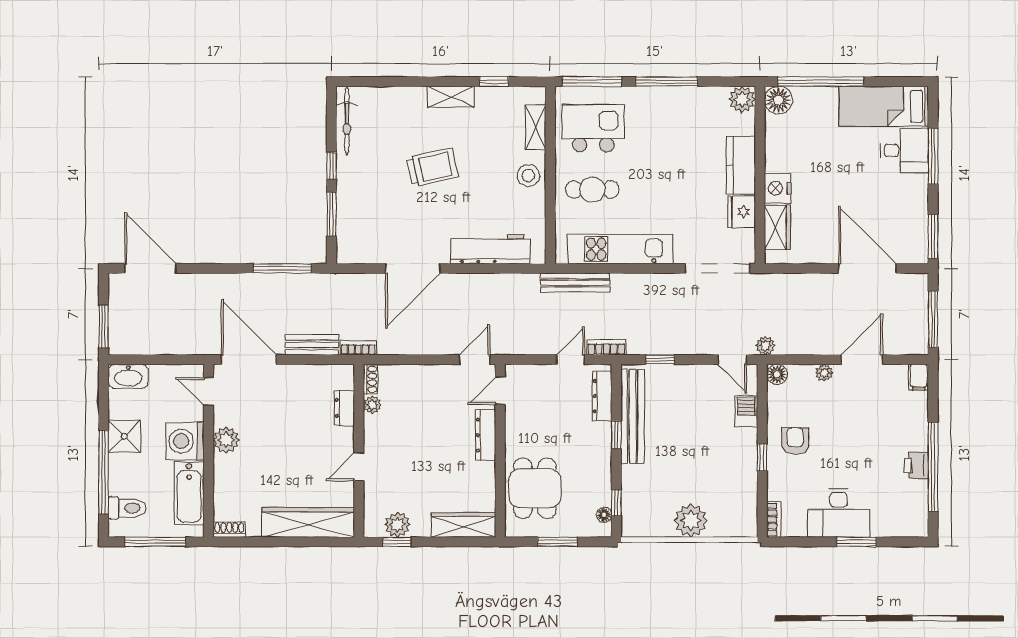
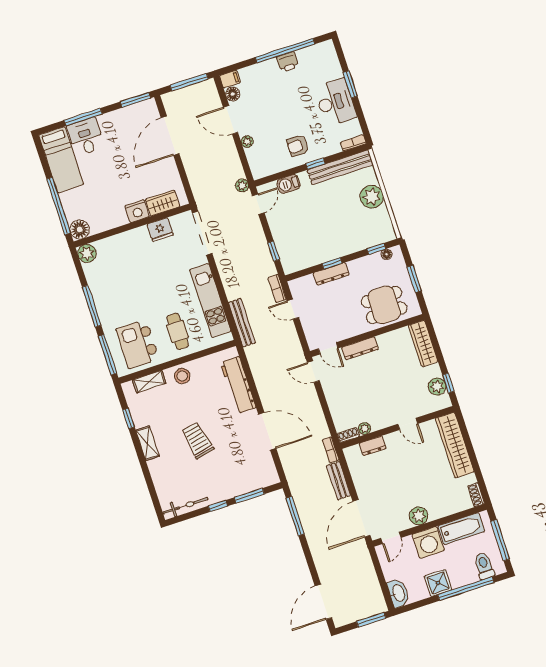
kitchen counter: (741, 165) -> (130, 240), removed
floor lamp: (777, 374) -> (233, 94), moved
dresser: (602, 396) -> (331, 274), moved
bench: (633, 416) -> (340, 167), moved

